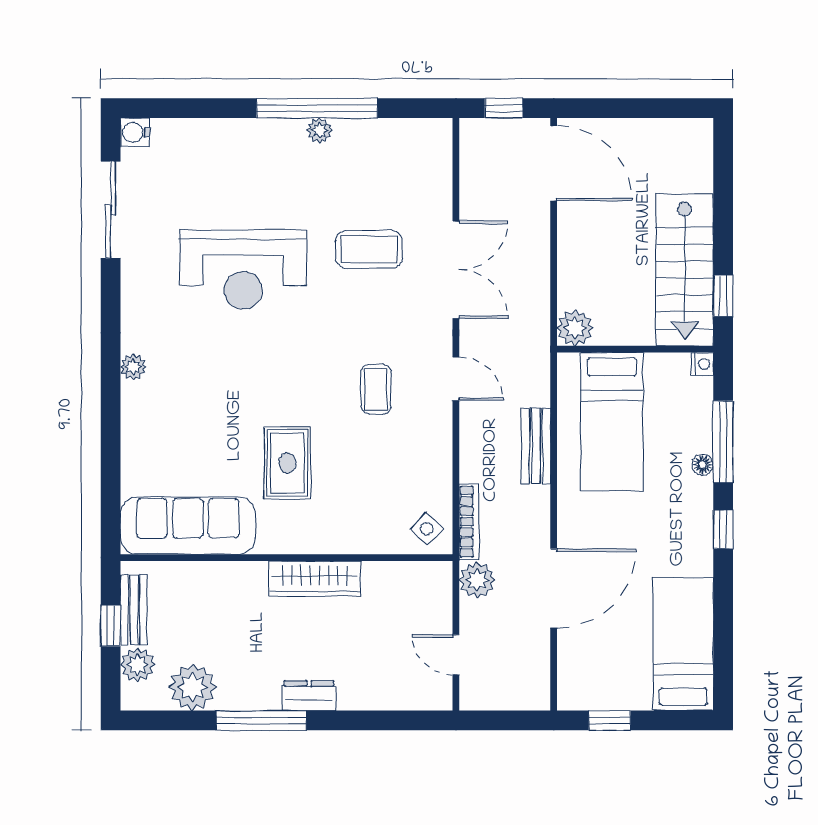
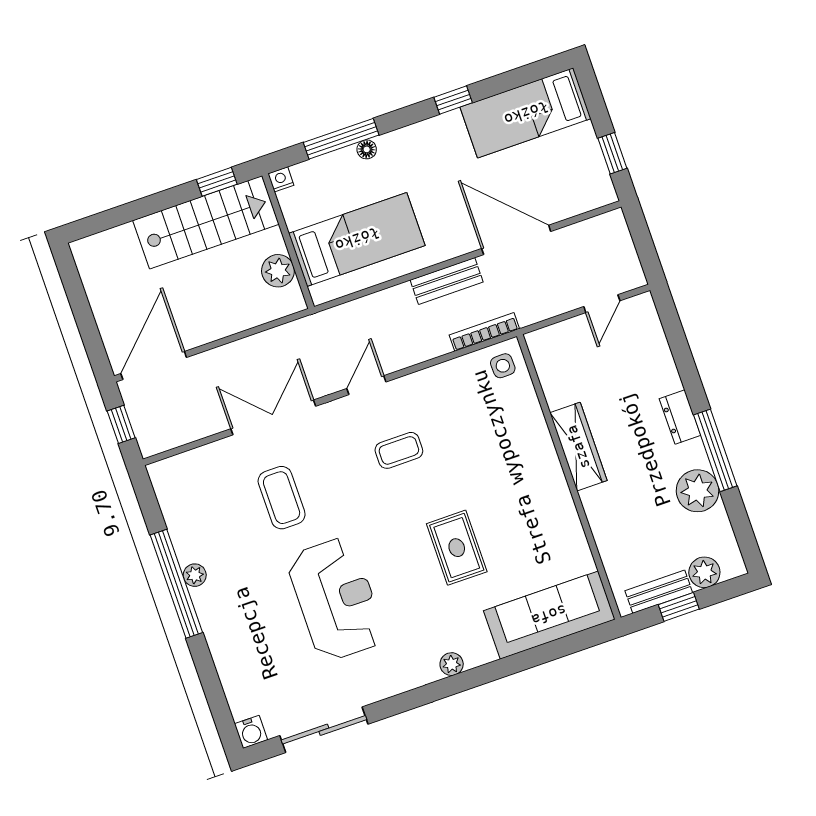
plant: (575, 328) -> (278, 271), moved
bench: (536, 446) -> (447, 281), moved
rug: (287, 463) -> (457, 548), moved, turned 90
sofa: (188, 526) -> (549, 615), moved, turned 90
side table: (427, 529) -> (503, 366), turned 45
window: (723, 529) -> (453, 100), moved
plant: (477, 580) -> (532, 308), removed
plant: (193, 687) -> (698, 491), moved

